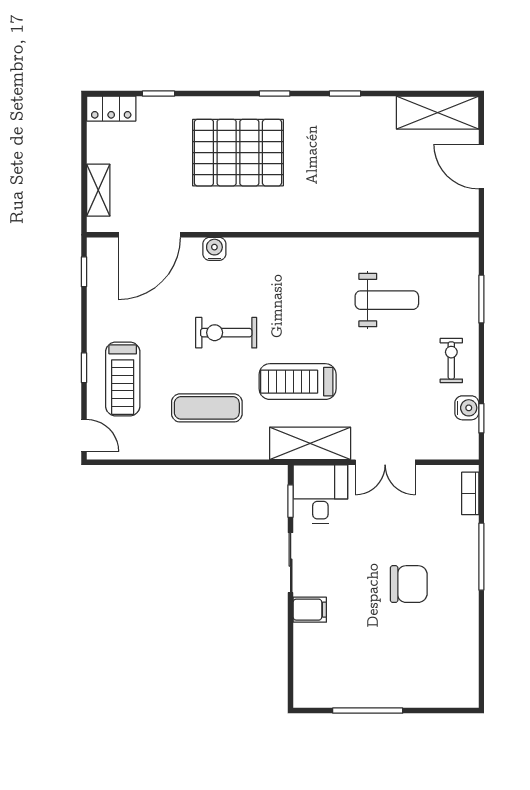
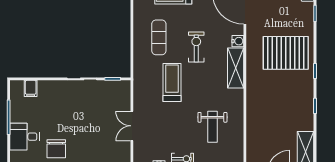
pallet: (238, 153) -> (286, 53), turned 90
shelving: (310, 443) -> (236, 68), moved
desk: (320, 494) -> (24, 137), moved, turned 180
chair: (409, 584) -> (56, 149), moved
filing cabinet: (310, 610) -> (31, 88), moved

